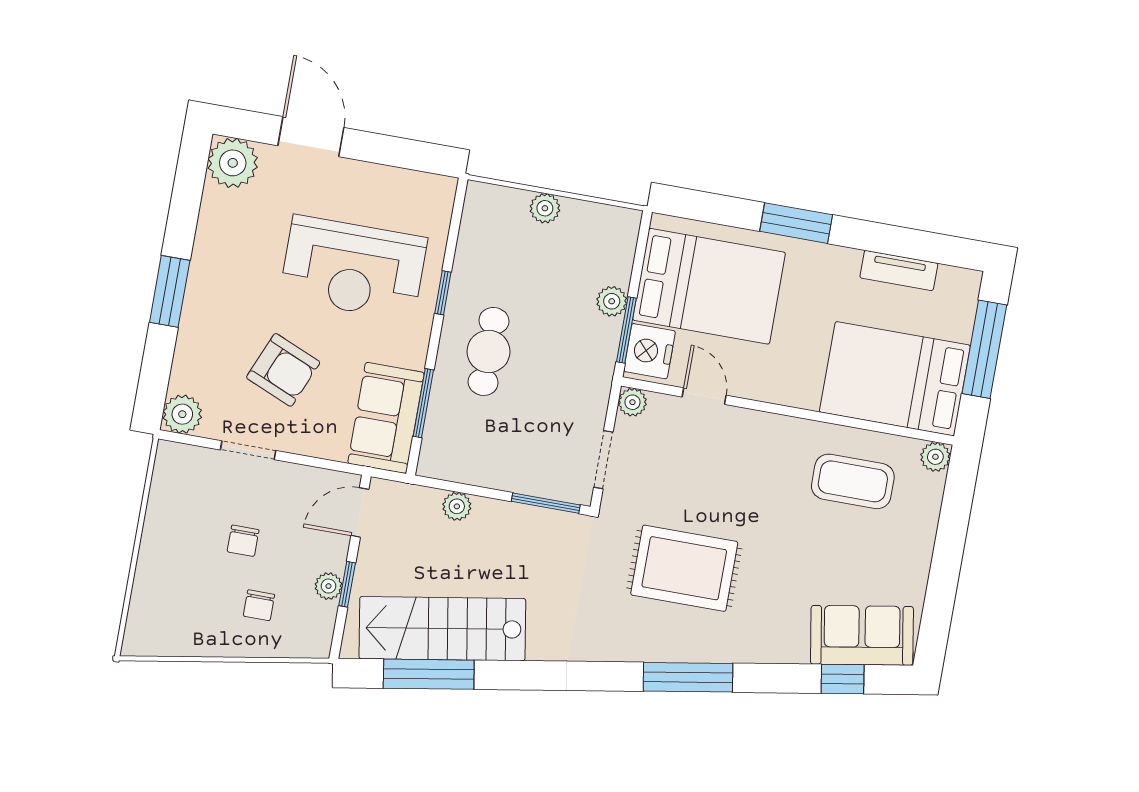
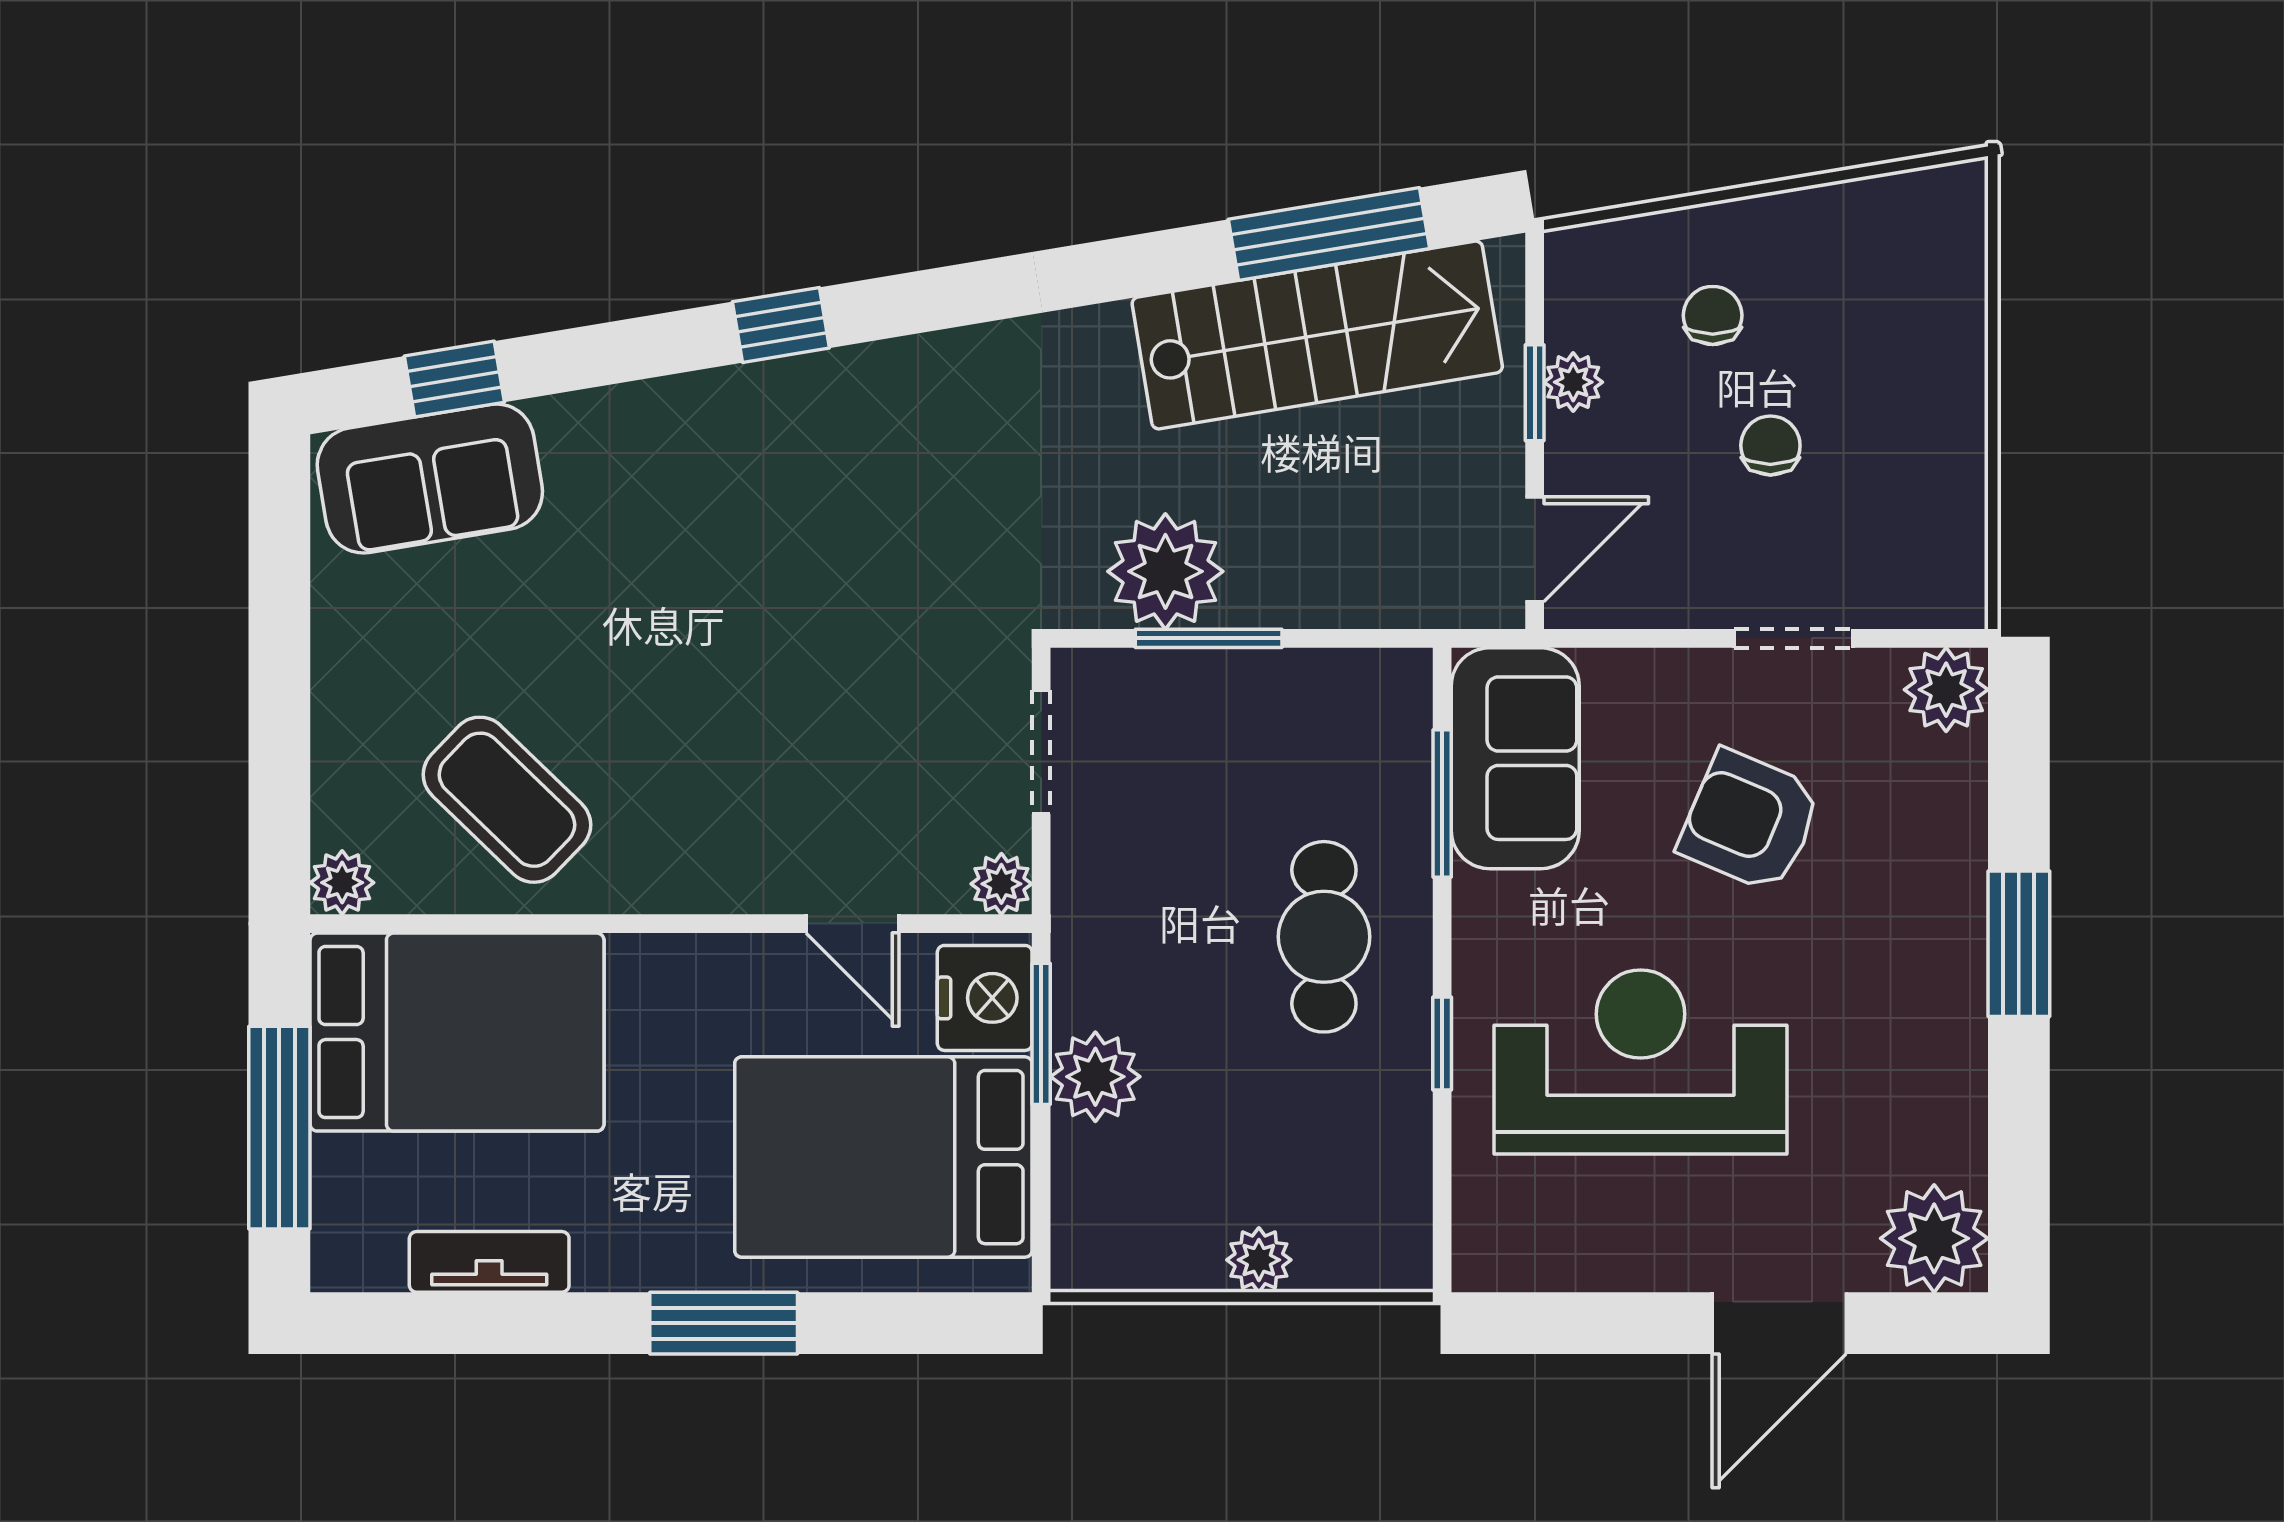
door: (311, 137) -> (1779, 1323), hinge flipped
plant: (612, 301) -> (1095, 1077), width x1.38, depth x1.38
coffee table: (853, 481) -> (507, 800), turned 44
window: (546, 503) -> (1209, 638), moved
plant: (457, 506) -> (1165, 571), moved, width x1.88, depth x1.88
rug: (684, 568) -> (830, 553), removed
window: (688, 677) -> (781, 325), width x0.46

